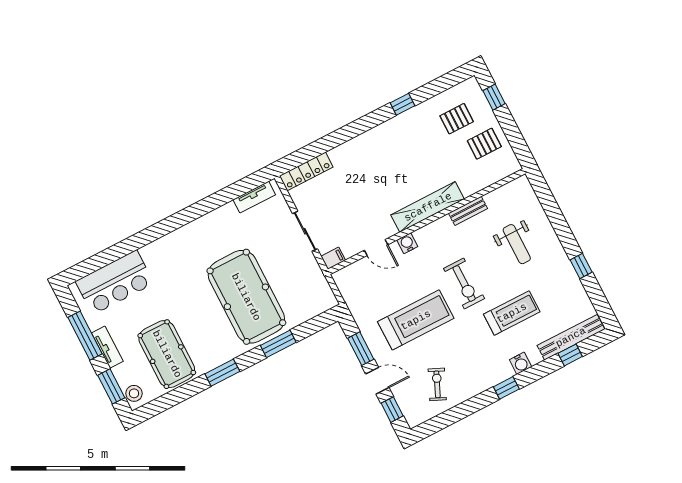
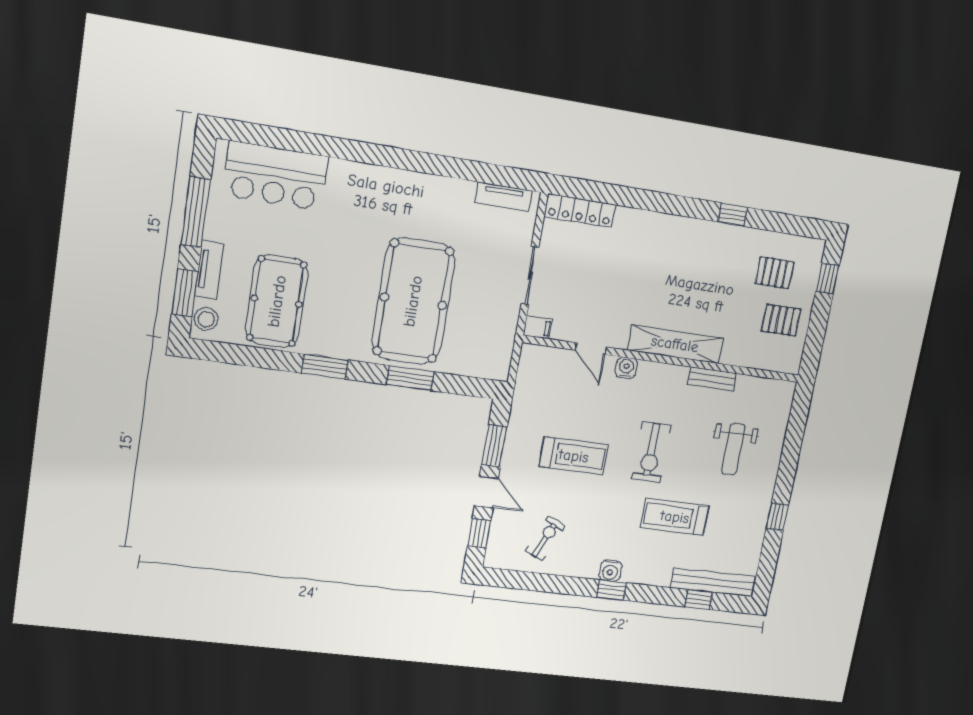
treadmill: (512, 313) -> (675, 517), turned 180
treadmill: (416, 320) -> (574, 456), width x0.73, depth x0.73
tv unit: (107, 347) -> (209, 270), moved
water cooler: (521, 363) -> (610, 571), moved

